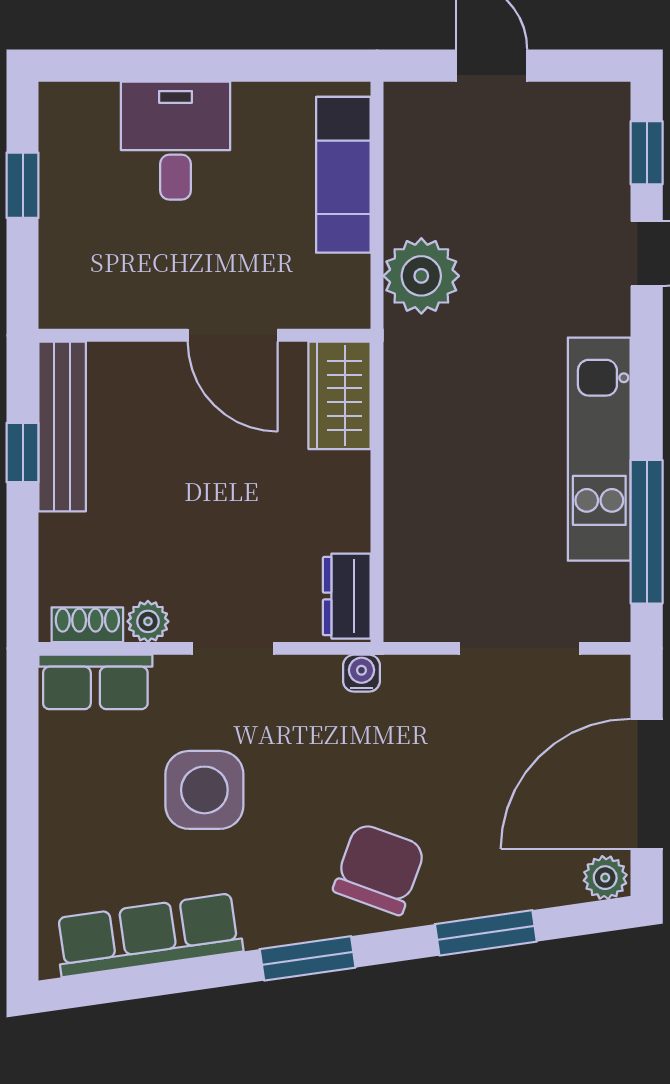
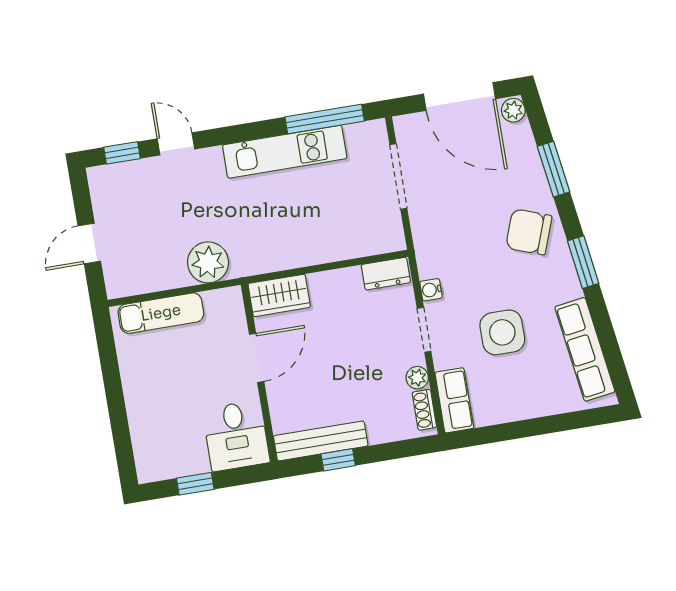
desk: (176, 141) -> (236, 436), moved, turned -90
water cooler: (361, 673) -> (431, 290), moved

